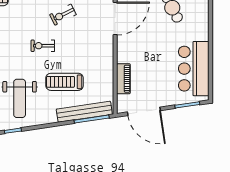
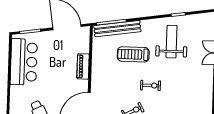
piano: (123, 79) -> (83, 66), moved
treadmill: (65, 82) -> (133, 54), turned 180

